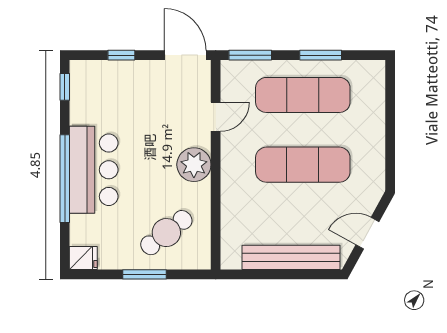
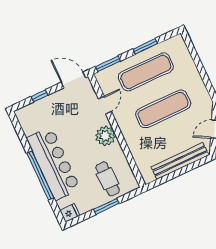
window: (65, 87) -> (17, 127), removed
bar counter: (94, 170) -> (53, 164), width x1.36
cafe table: (166, 233) -> (108, 179), turned -52

